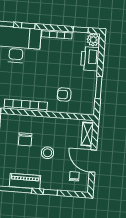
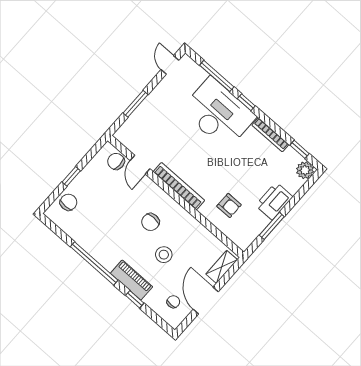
printer: (90, 59) -> (274, 201), moved
armchair: (64, 95) -> (229, 206), turned 180
piano: (25, 181) -> (132, 280), moved

